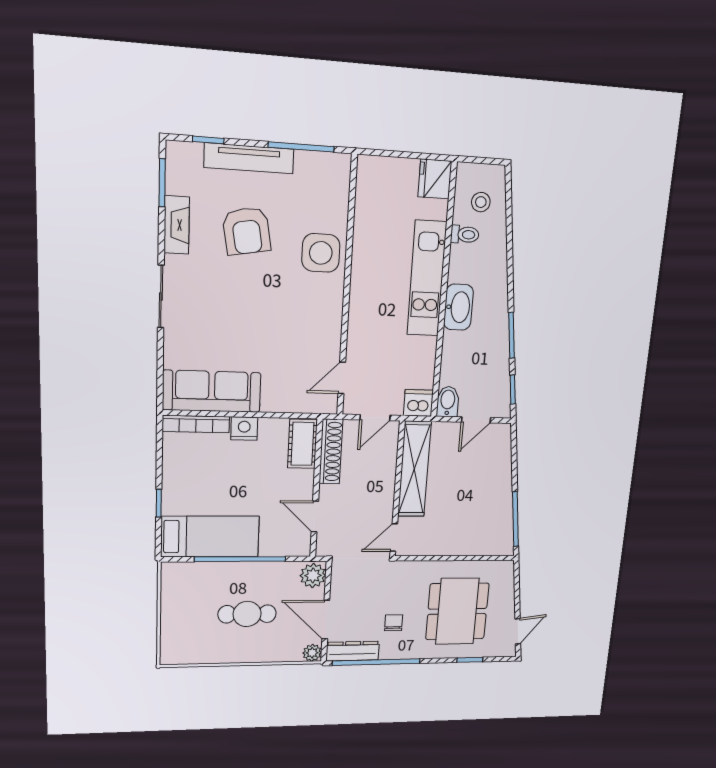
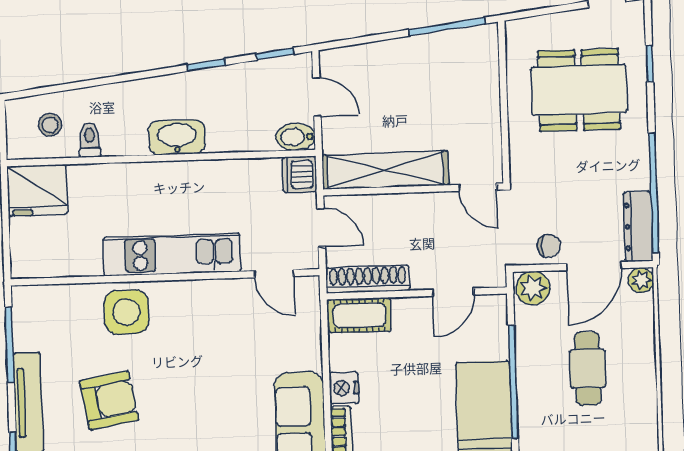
fridge: (435, 179) -> (37, 190), width x1.36, depth x1.34
kitchen unit: (427, 279) -> (172, 255), moved, turned 180
window: (512, 335) -> (206, 65), width x0.67
chair: (394, 623) -> (549, 246), moved, turned 180

